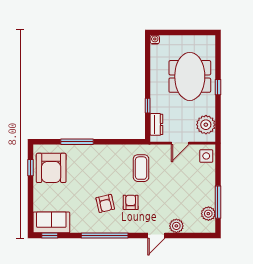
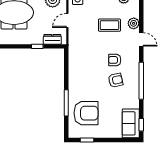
door: (180, 143) -> (67, 20), swing flipped
armchair: (51, 168) -> (86, 113), moved
coffee table: (141, 168) -> (109, 25), moved

